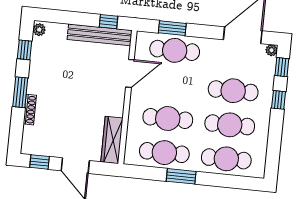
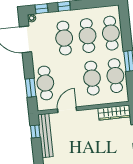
door: (130, 73) -> (67, 110), hinge flipped

